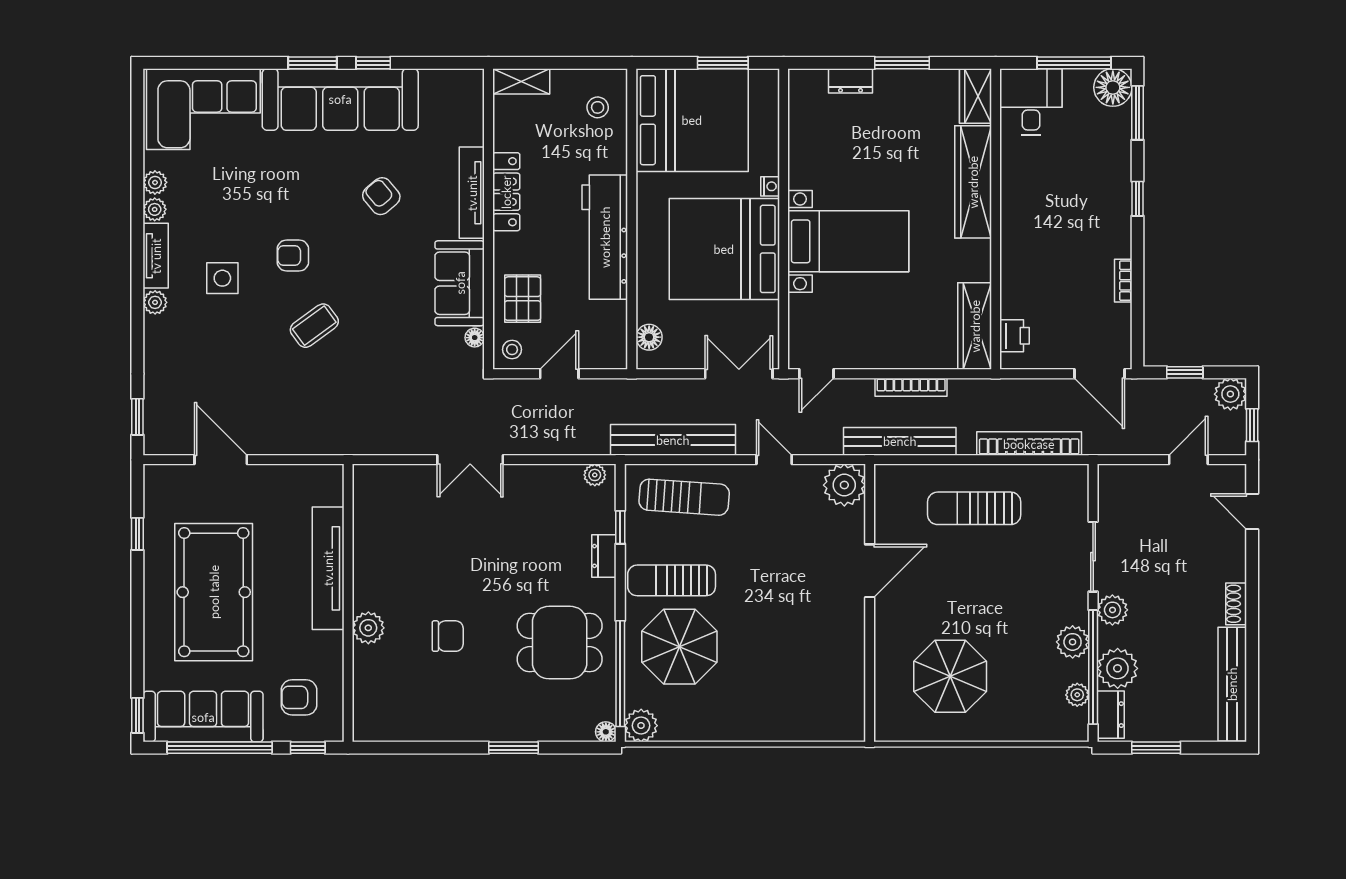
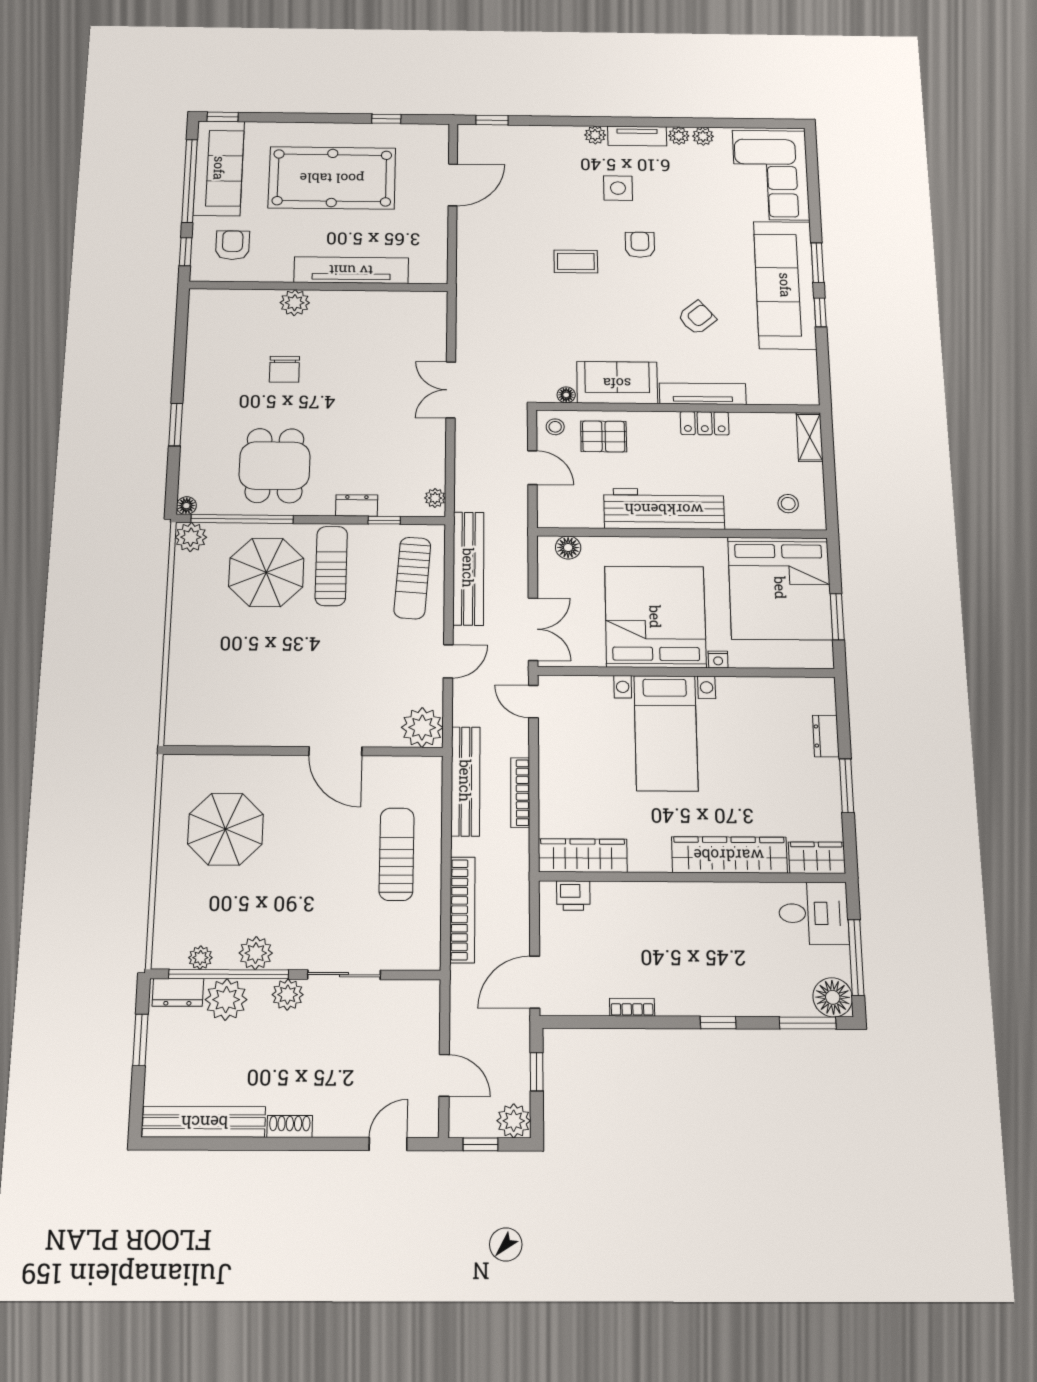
locker: (506, 192) -> (705, 423), width x0.66
coffee table: (314, 326) -> (576, 261), turned -54

